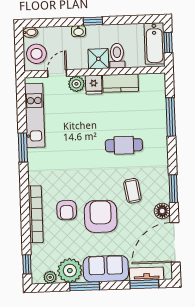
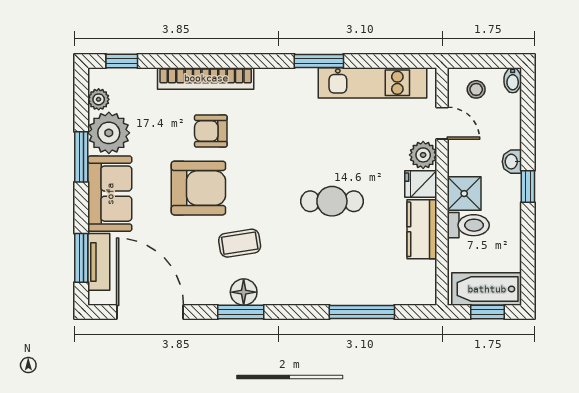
stool: (36, 54) -> (476, 89), width x0.53, depth x0.53
cafe table: (124, 145) -> (332, 201), moved, turned 90
floor lamp: (162, 211) -> (244, 292), moved

